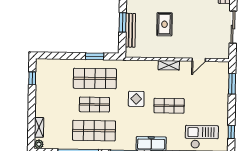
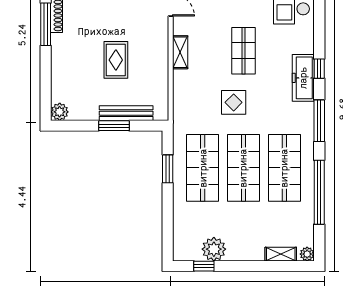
rug: (164, 24) -> (116, 60), turned 90
plant: (43, 85) -> (214, 249), added
shop shelf: (94, 105) -> (243, 168), width x1.43, depth x1.36

